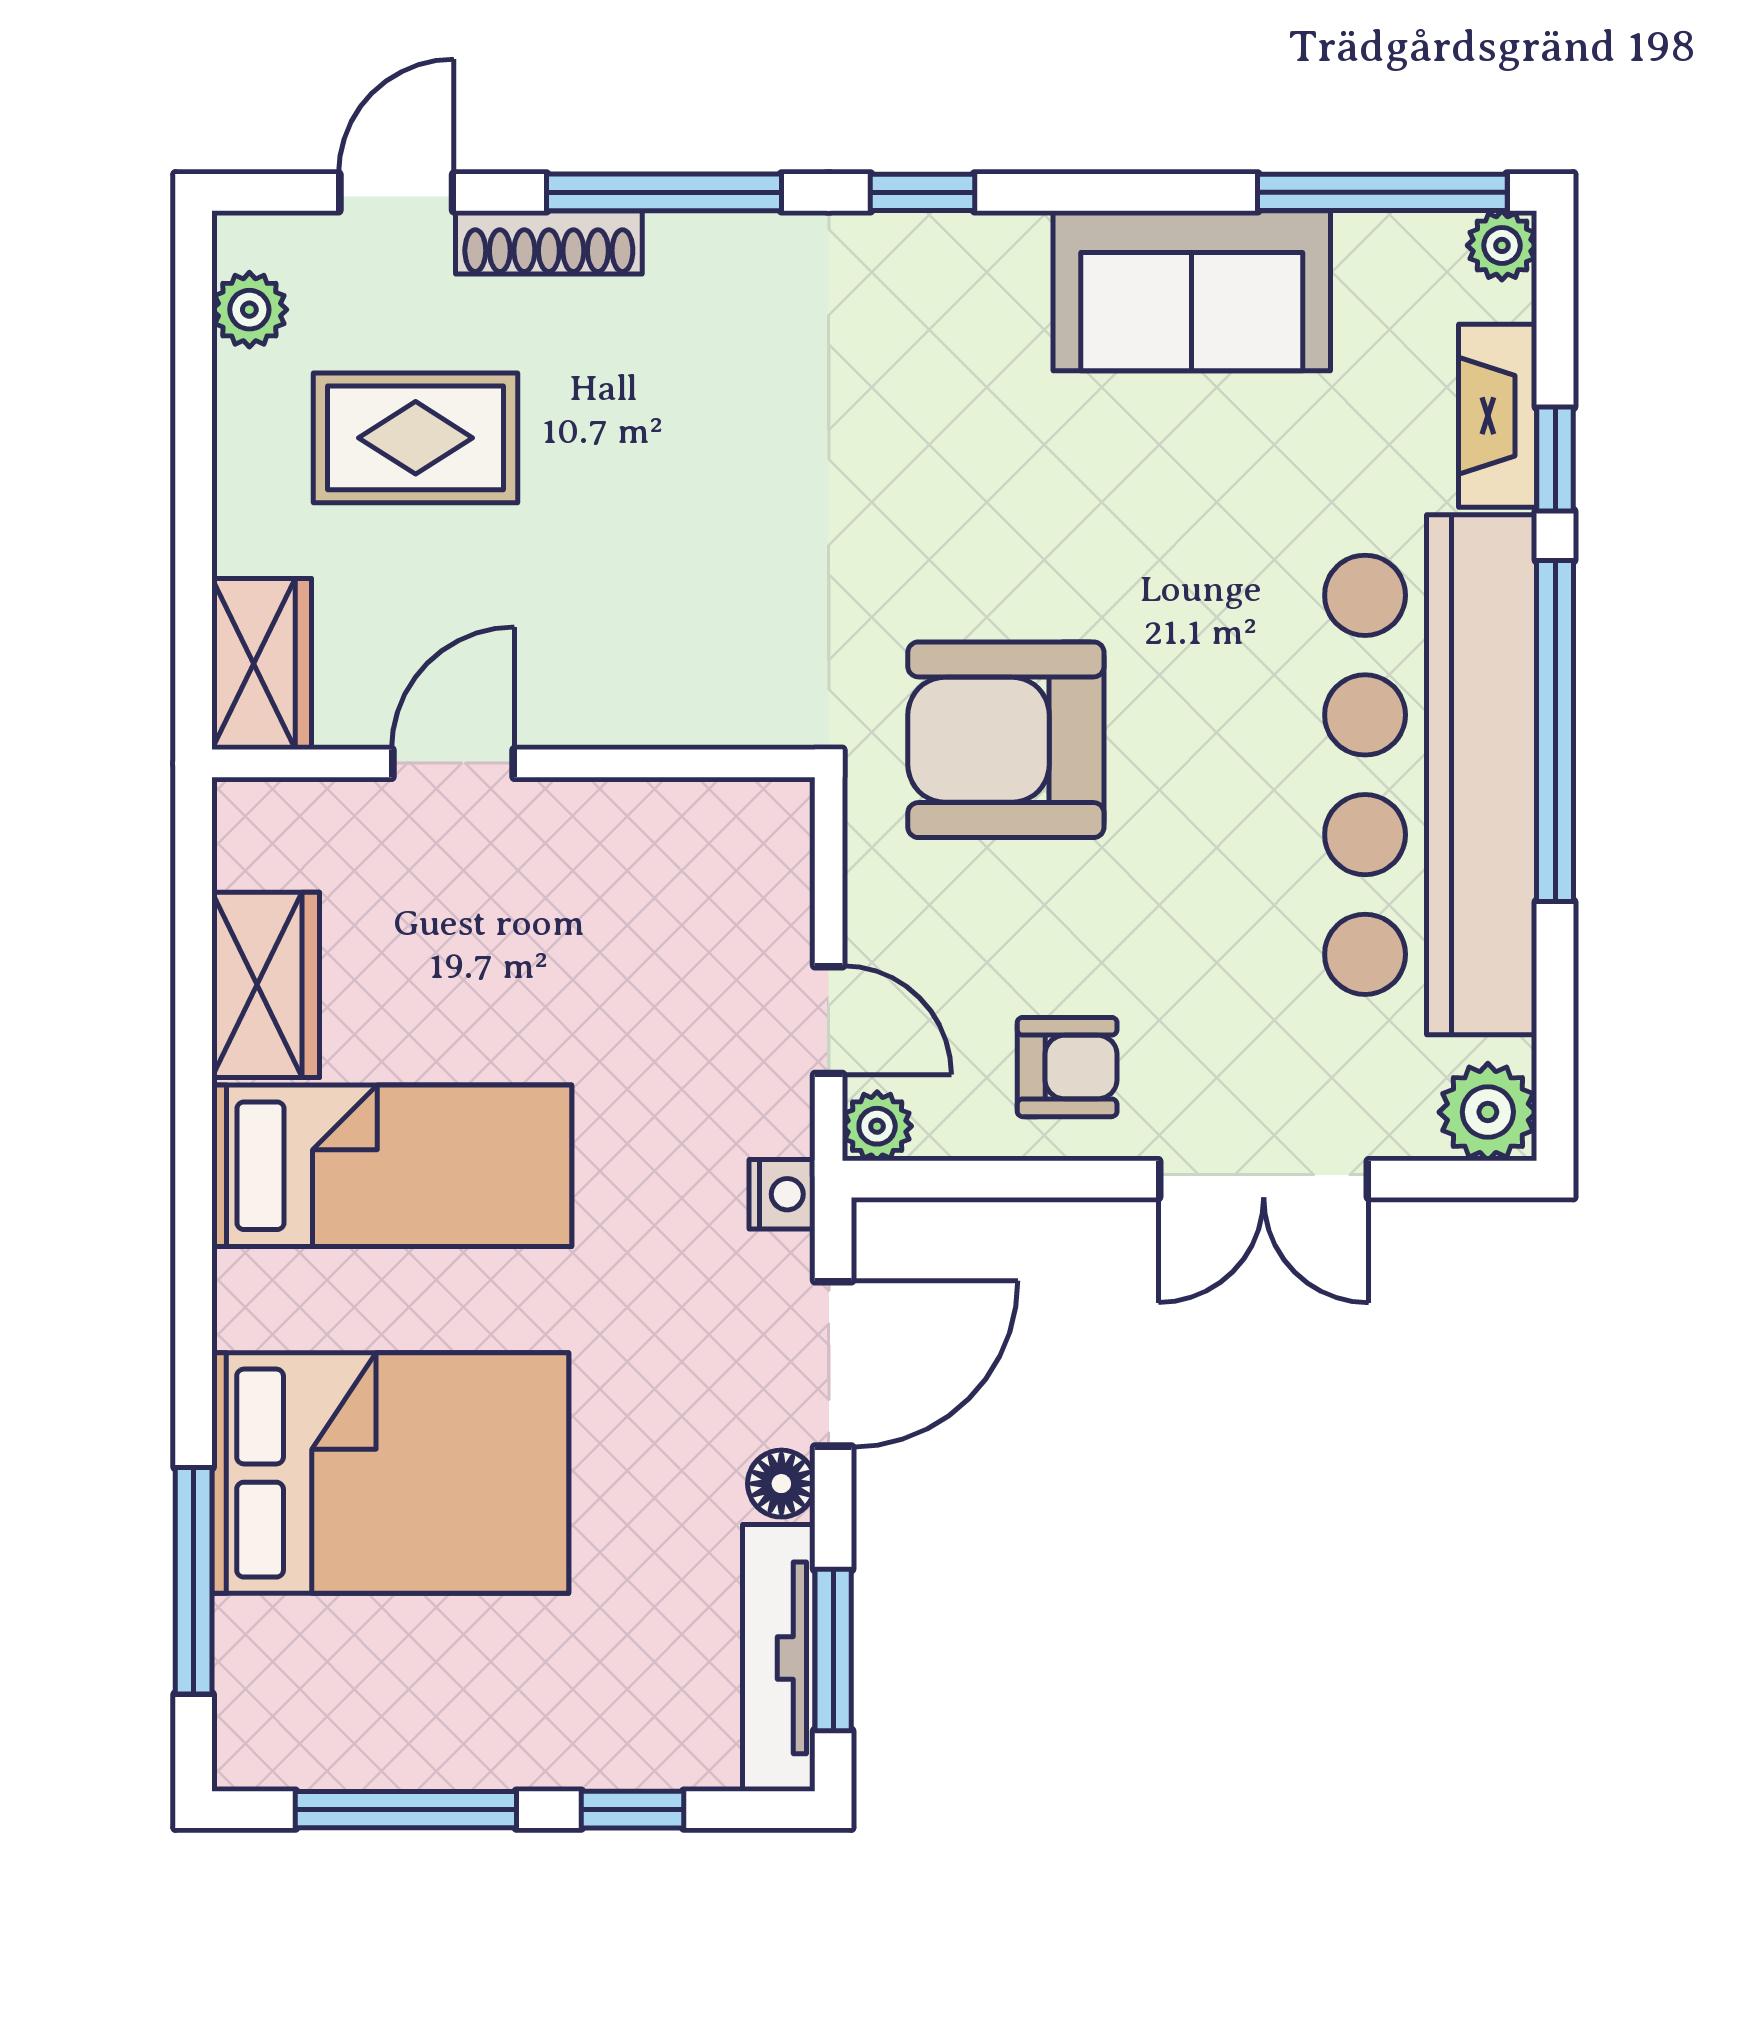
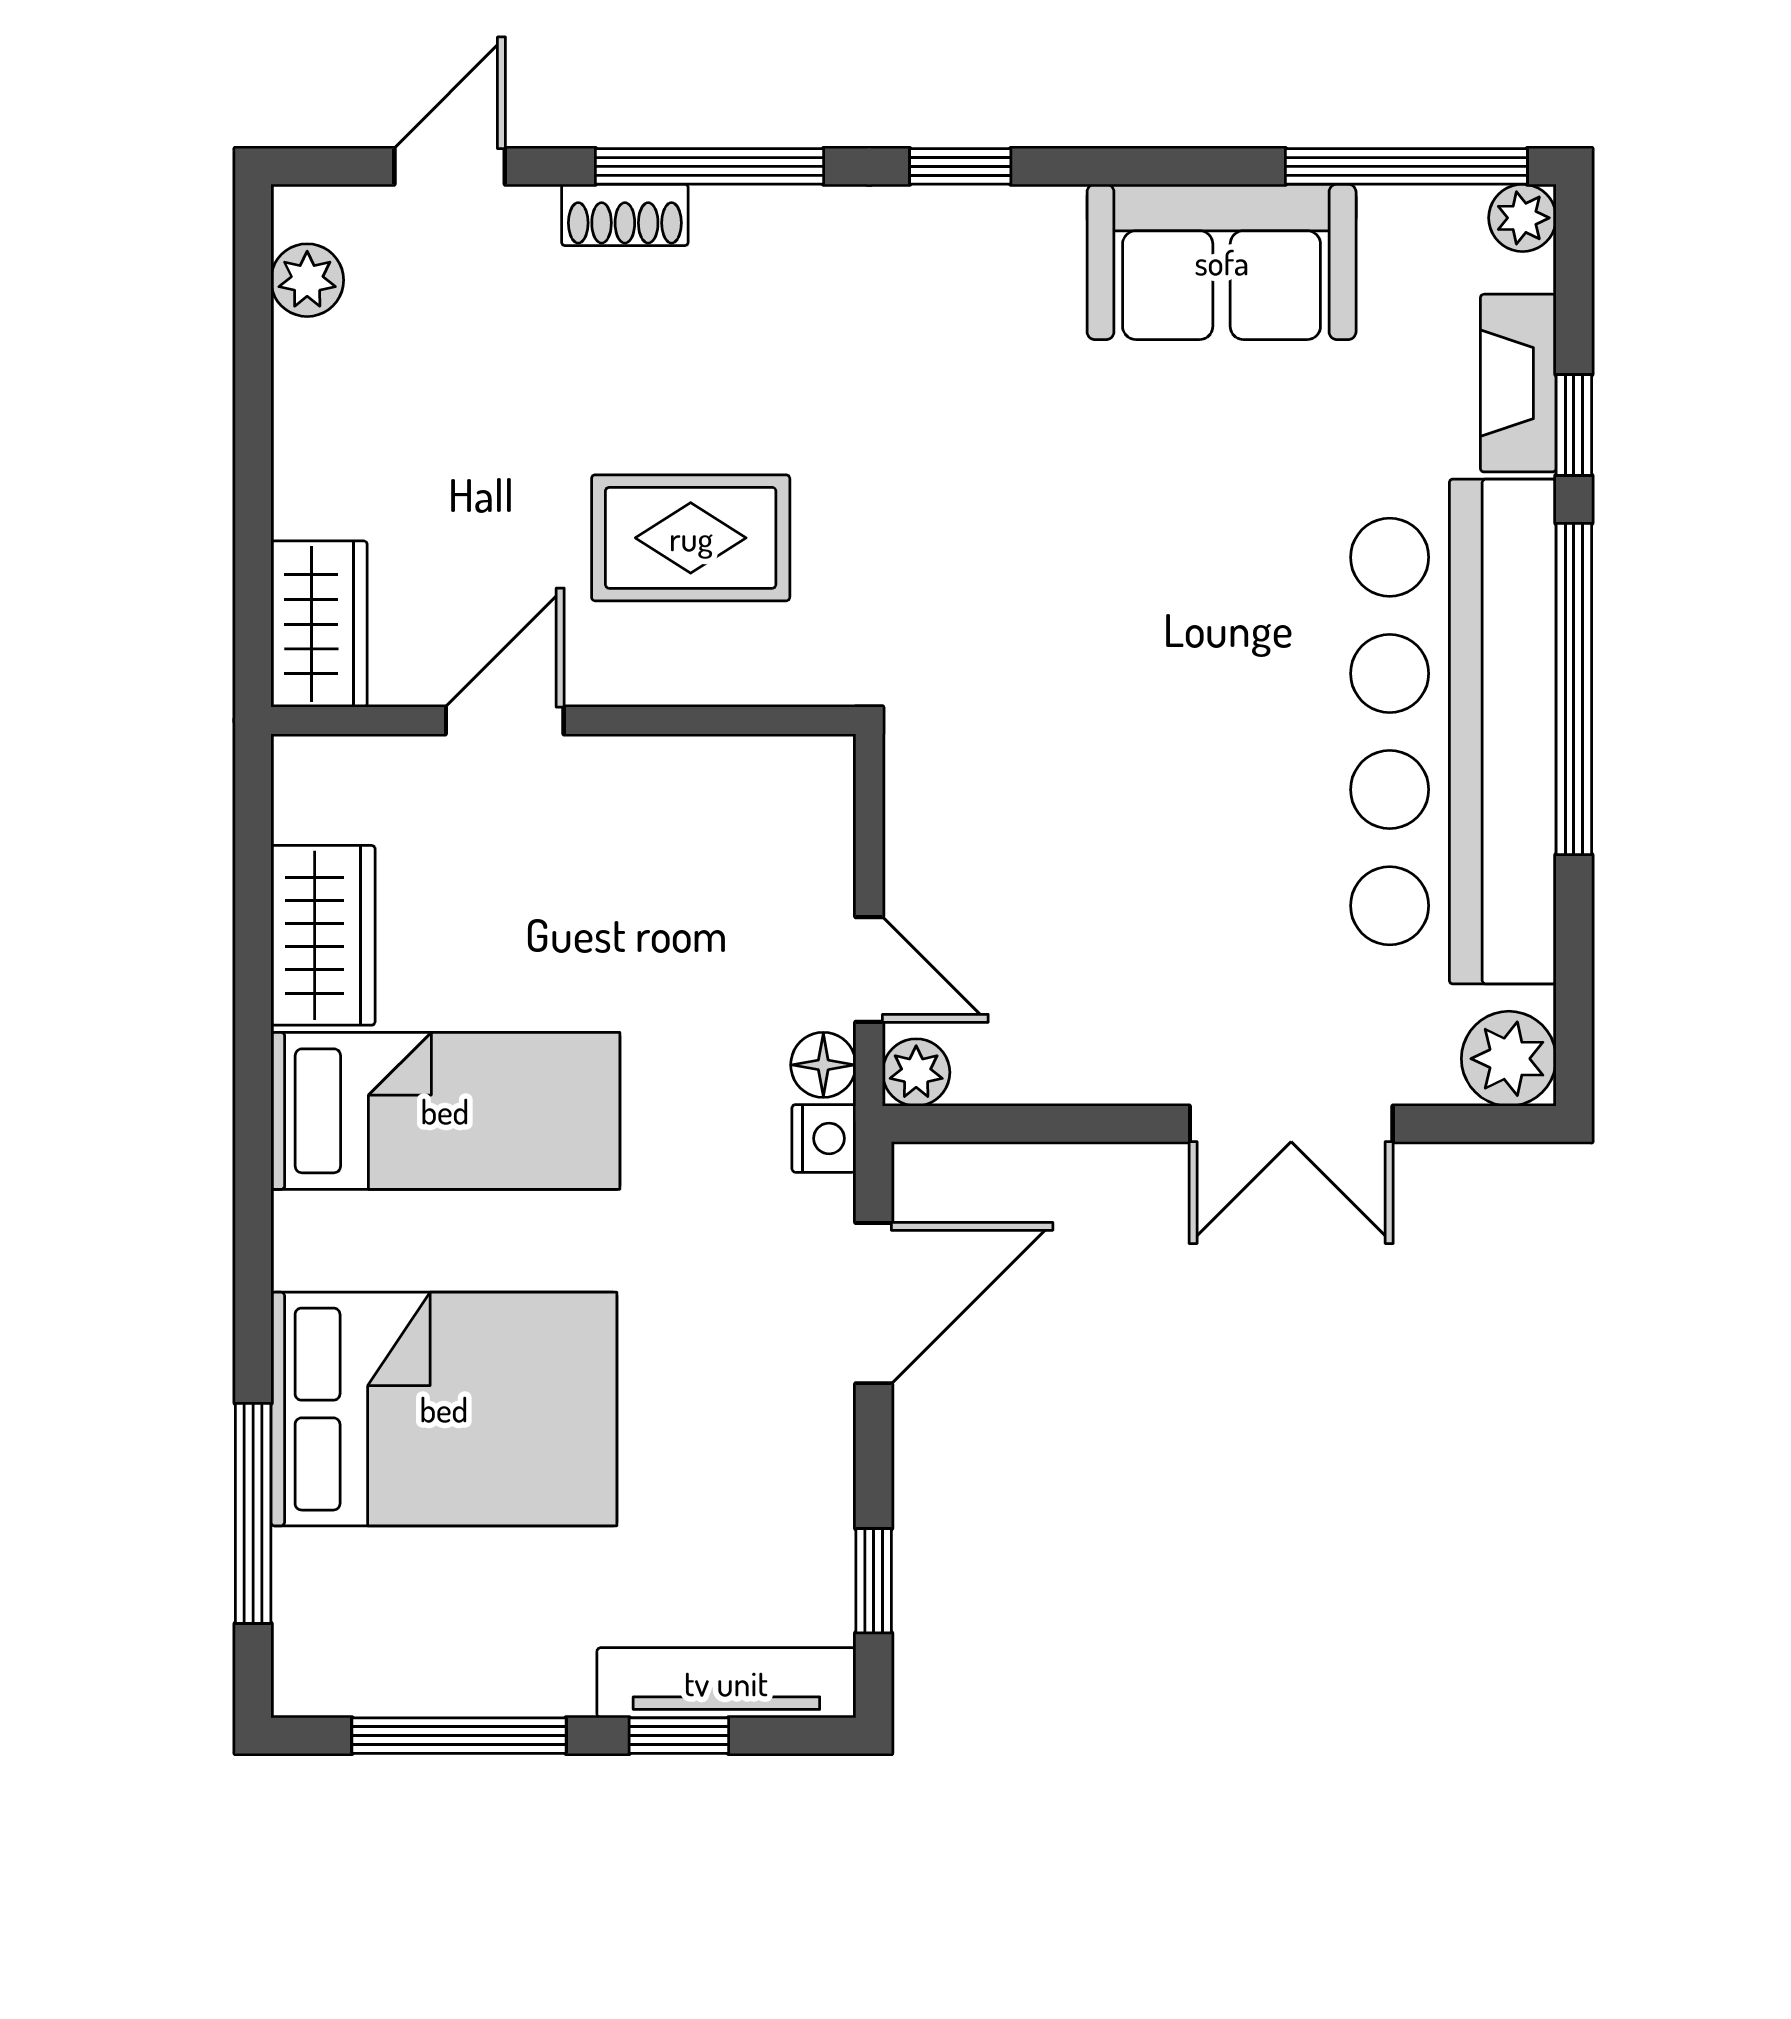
shoe rack: (549, 242) -> (625, 215), width x0.70
rug: (416, 438) -> (691, 538), moved
armchair: (1006, 740) -> (1041, 697), removed
armchair: (1067, 1067) -> (1101, 1015), removed
floor lamp: (781, 1484) -> (823, 1065), moved
window: (833, 1650) -> (874, 1581), width x0.67
tv unit: (779, 1658) -> (726, 1683), moved, turned 90

